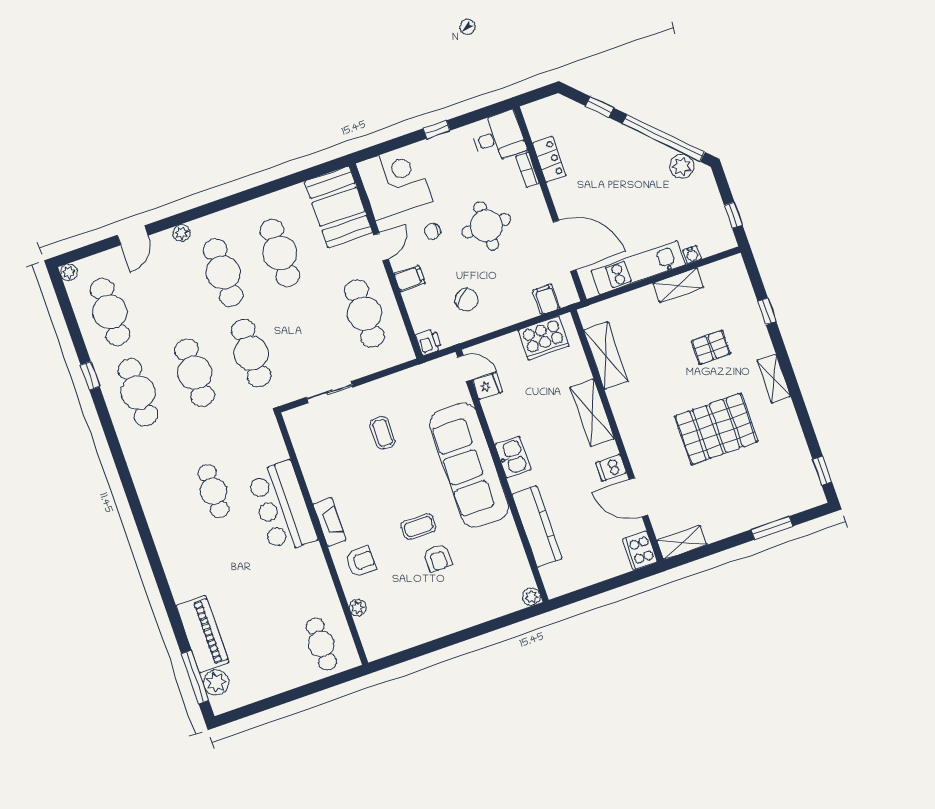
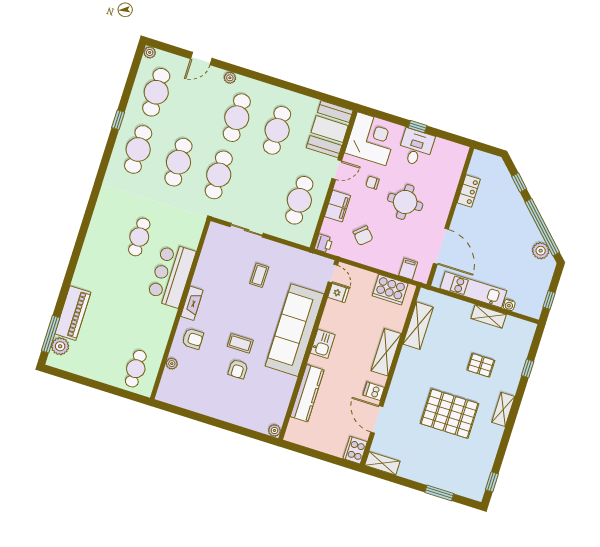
desk: (498, 137) -> (416, 148), moved, turned -90
bookcase: (528, 170) -> (452, 188), removed
filing cabinet: (409, 278) -> (337, 206), width x2.00

